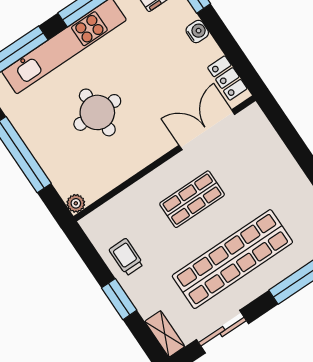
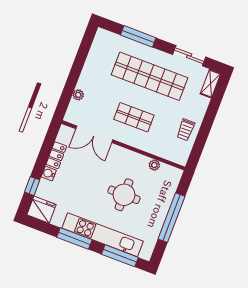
locker: (227, 78) -> (56, 155), moved
plant: (275, 146) -> (78, 95), added
plant: (76, 203) -> (154, 165), moved
window: (119, 299) -> (209, 118), removed

